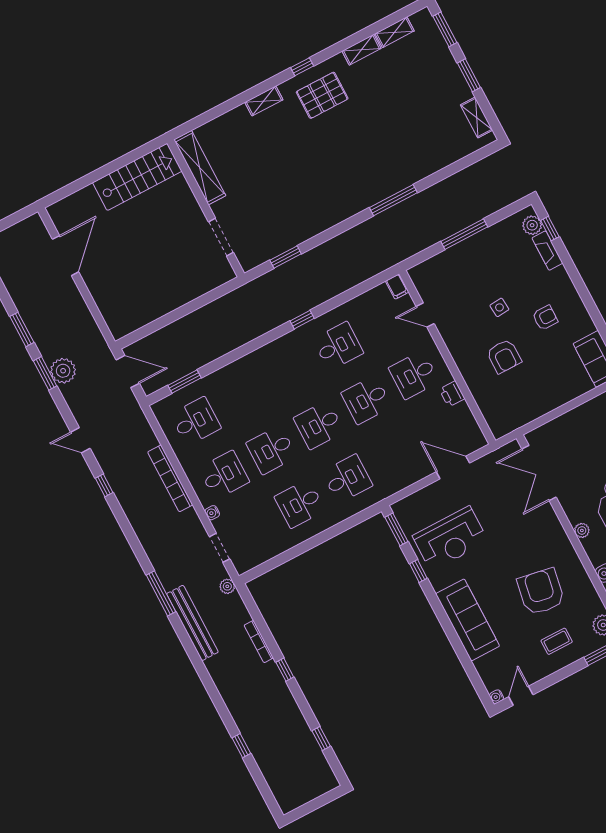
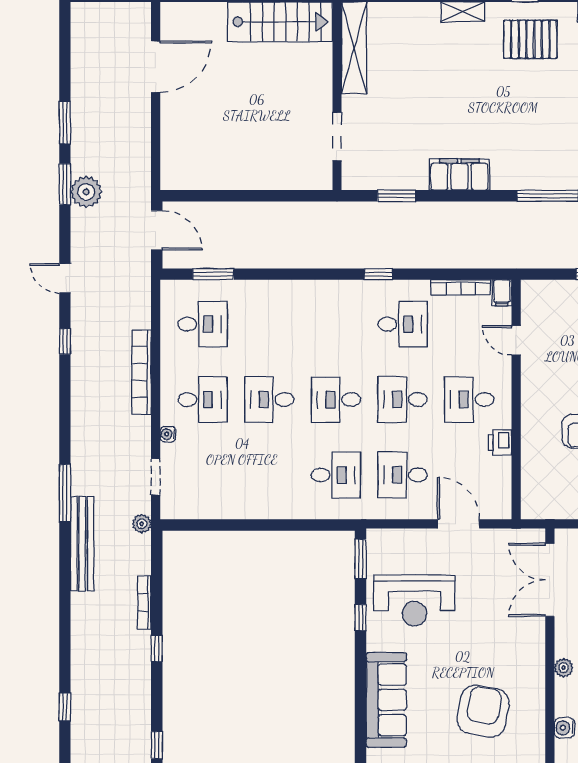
filing cabinet: (322, 218) -> (459, 174), added
bookcase: (366, 298) -> (461, 287), added
desk: (300, 504) -> (403, 475), moved

